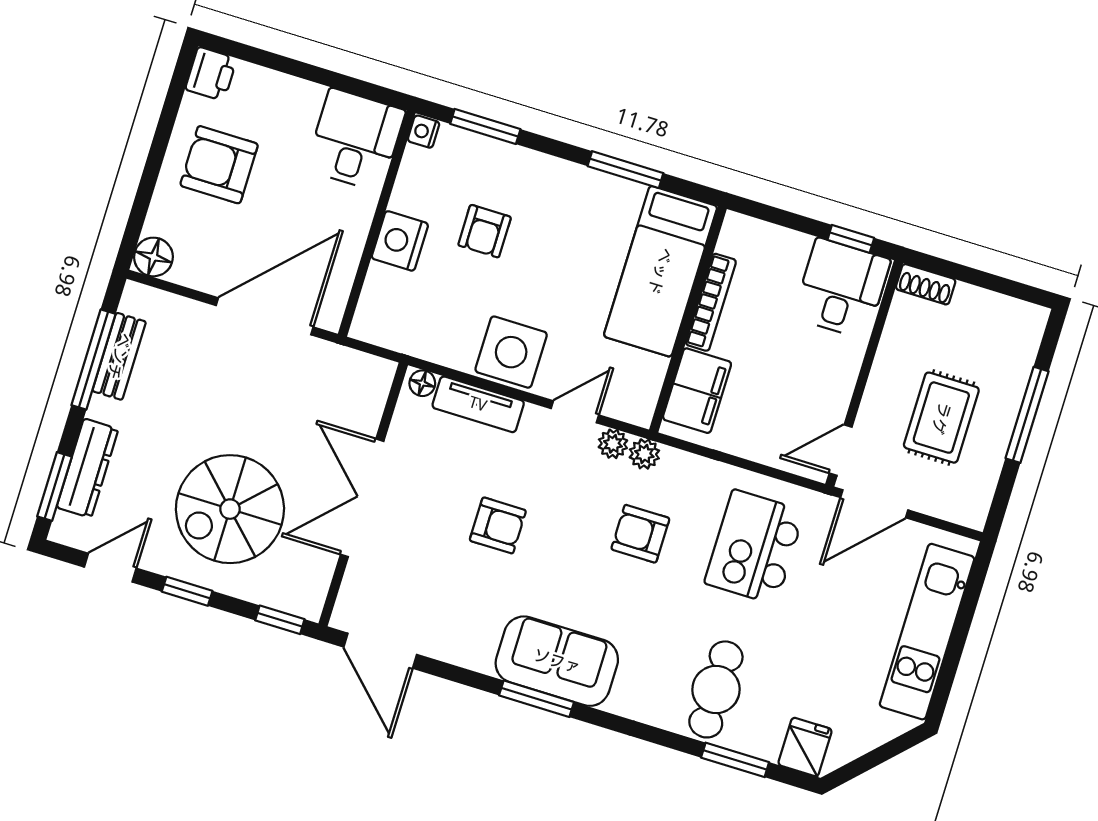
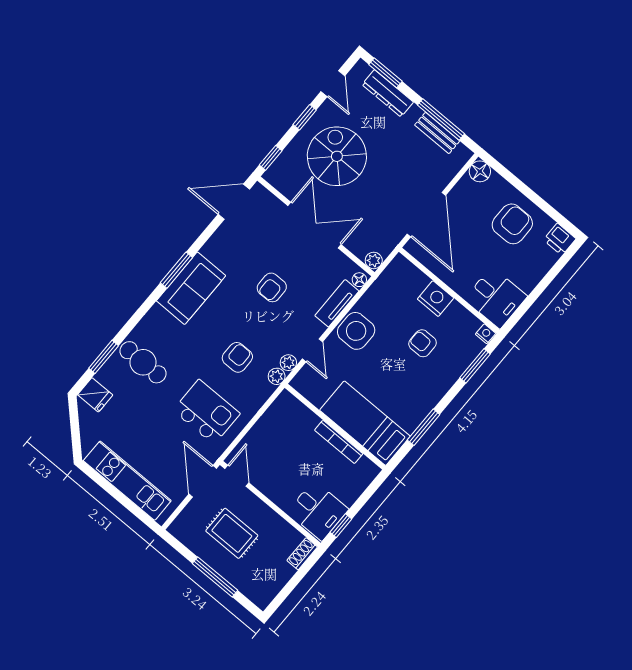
plant: (380, 373) -> (374, 260), added
filing cabinet: (697, 391) -> (297, 416), removed

